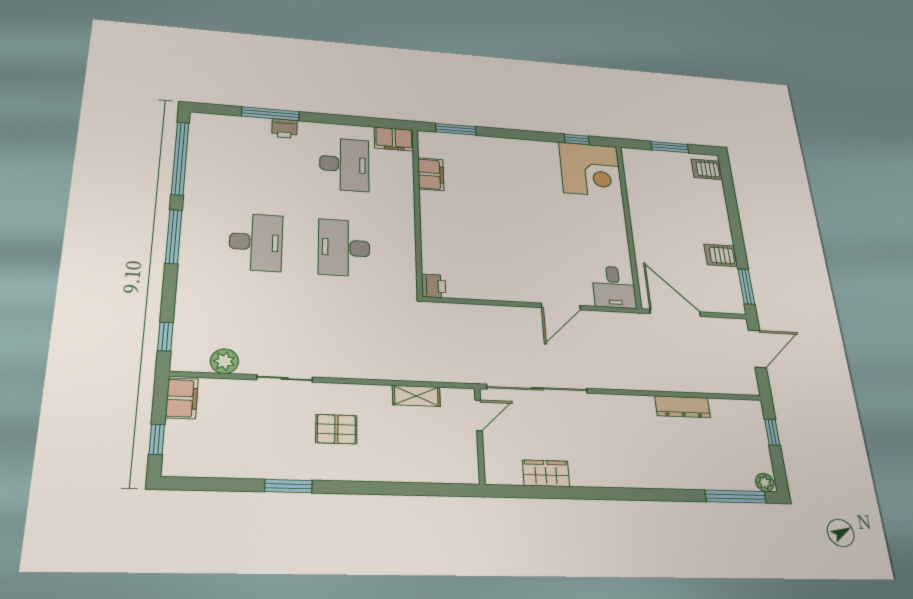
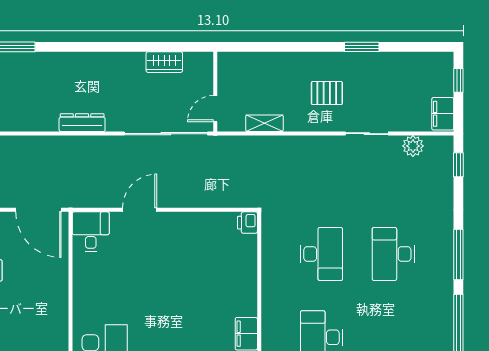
dresser: (683, 407) -> (82, 123), moved

